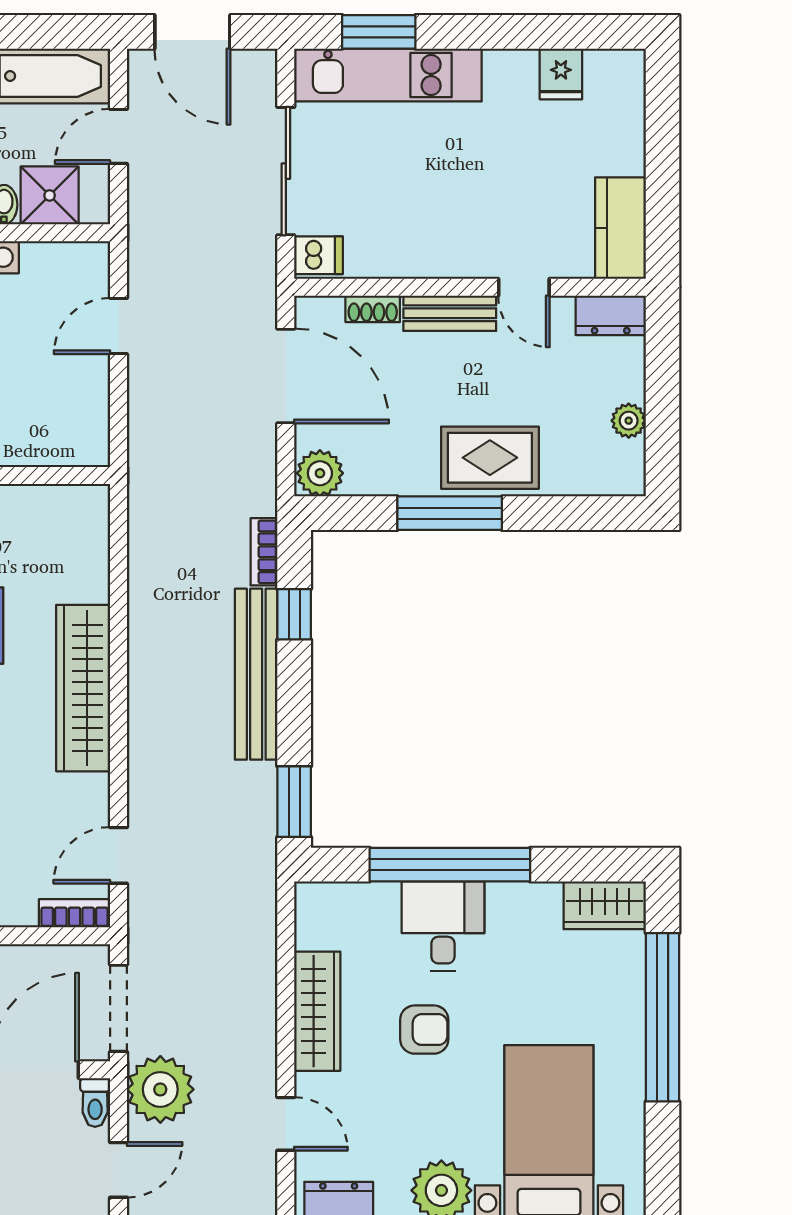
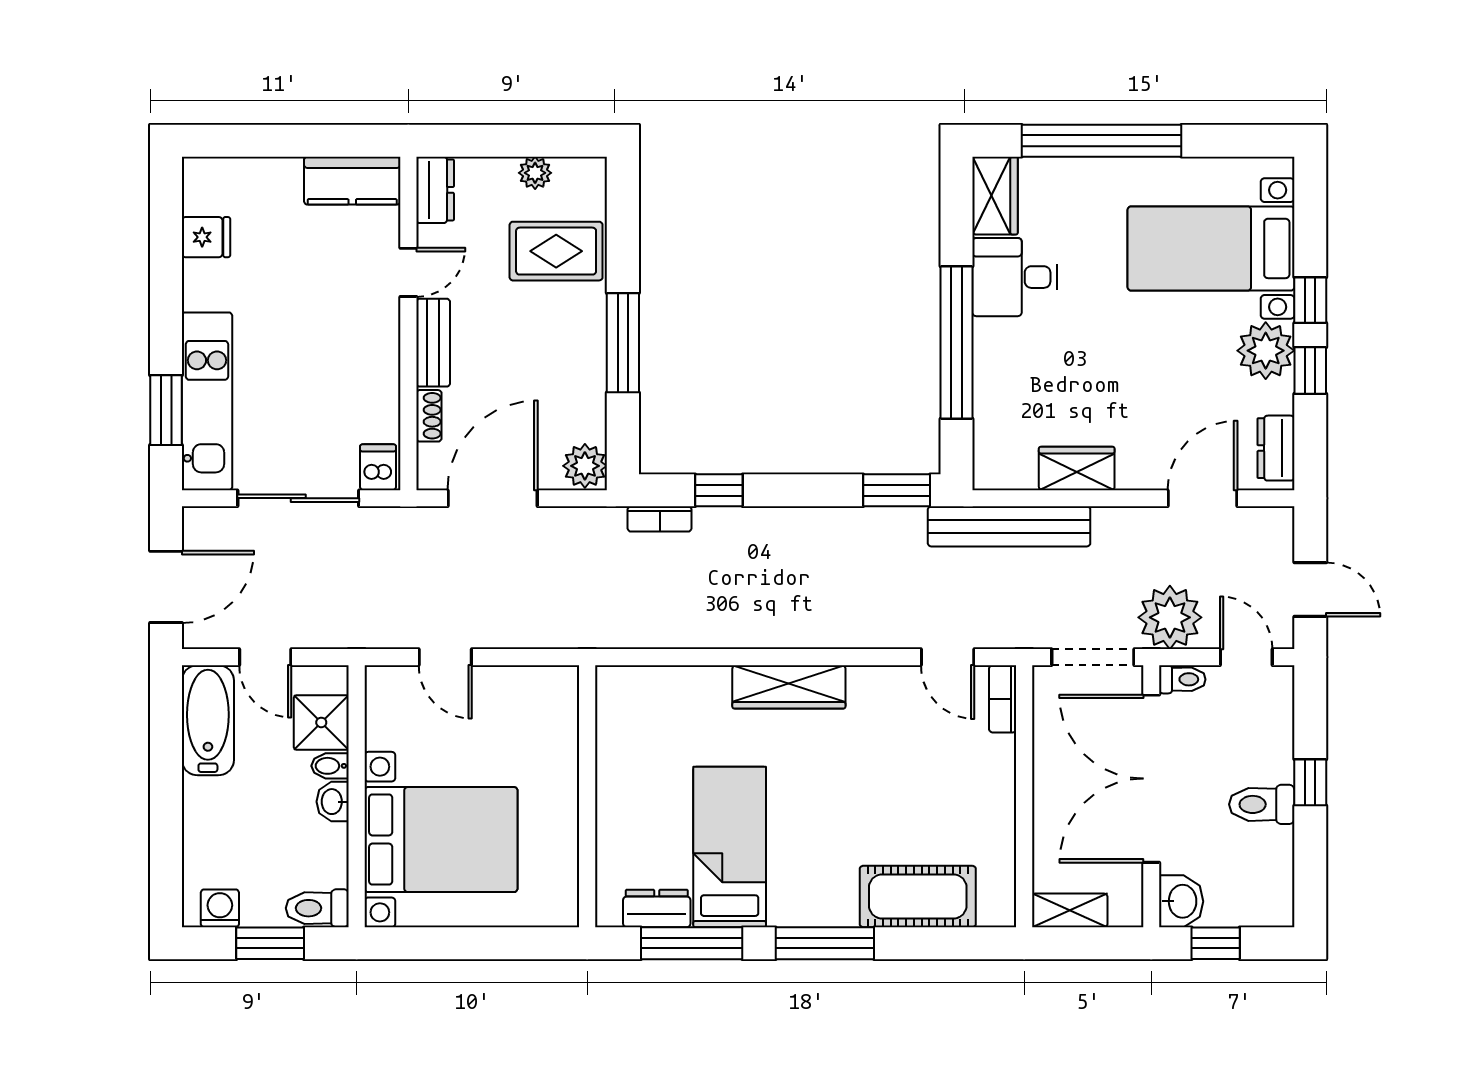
rug: (490, 458) -> (556, 251), moved, turned 90
bench: (256, 674) -> (1009, 526), moved
wardrobe: (83, 688) -> (789, 687), width x0.71, depth x0.85
desk: (443, 926) -> (1015, 277), moved
wardrobe: (317, 1011) -> (1077, 468), width x0.67
armchair: (424, 1030) -> (1113, 367), removed
door: (286, 1124) -> (1203, 498), width x1.38

